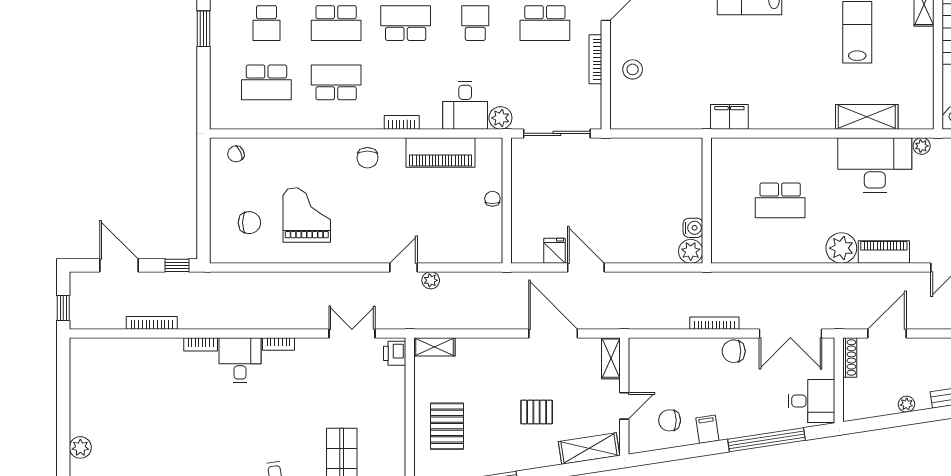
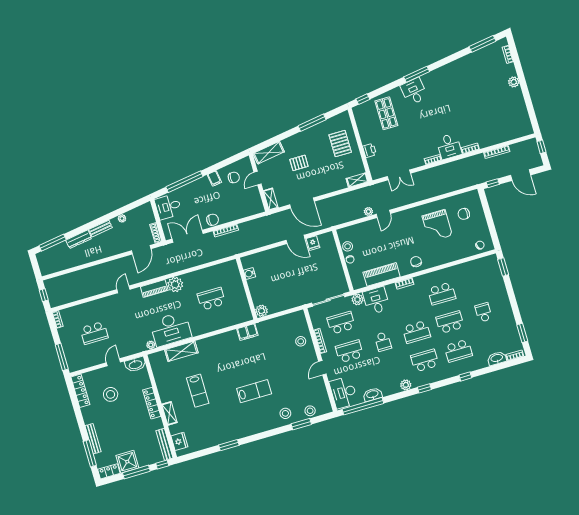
window: (204, 29) -> (503, 267), moved
school desk: (266, 82) -> (341, 323), moved
stool: (490, 225) -> (348, 246), added
plant: (691, 251) -> (261, 311), moved
printer: (395, 353) -> (369, 150), moved

